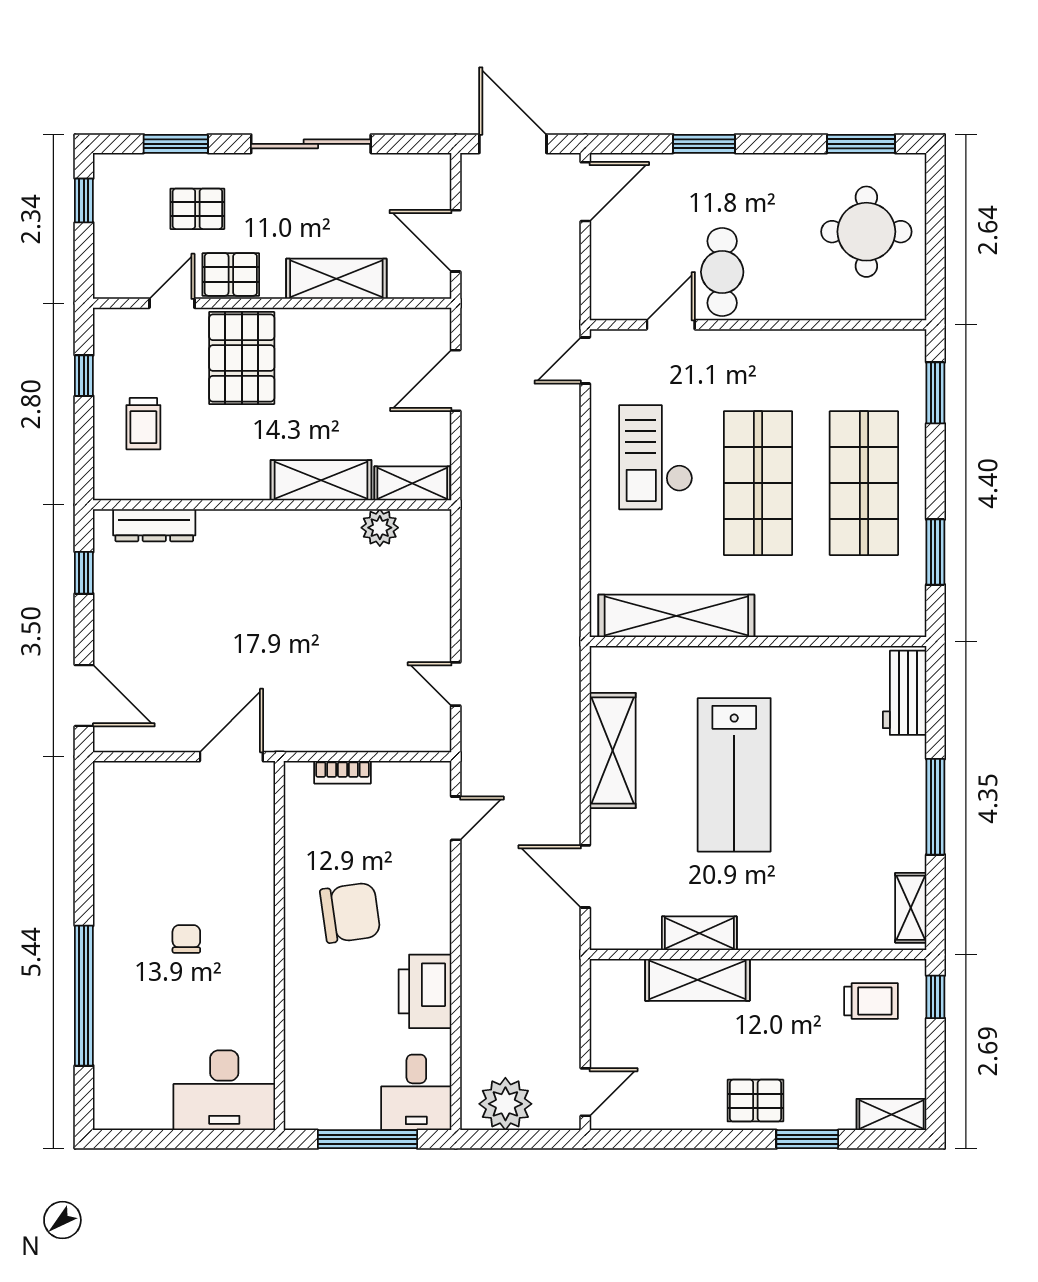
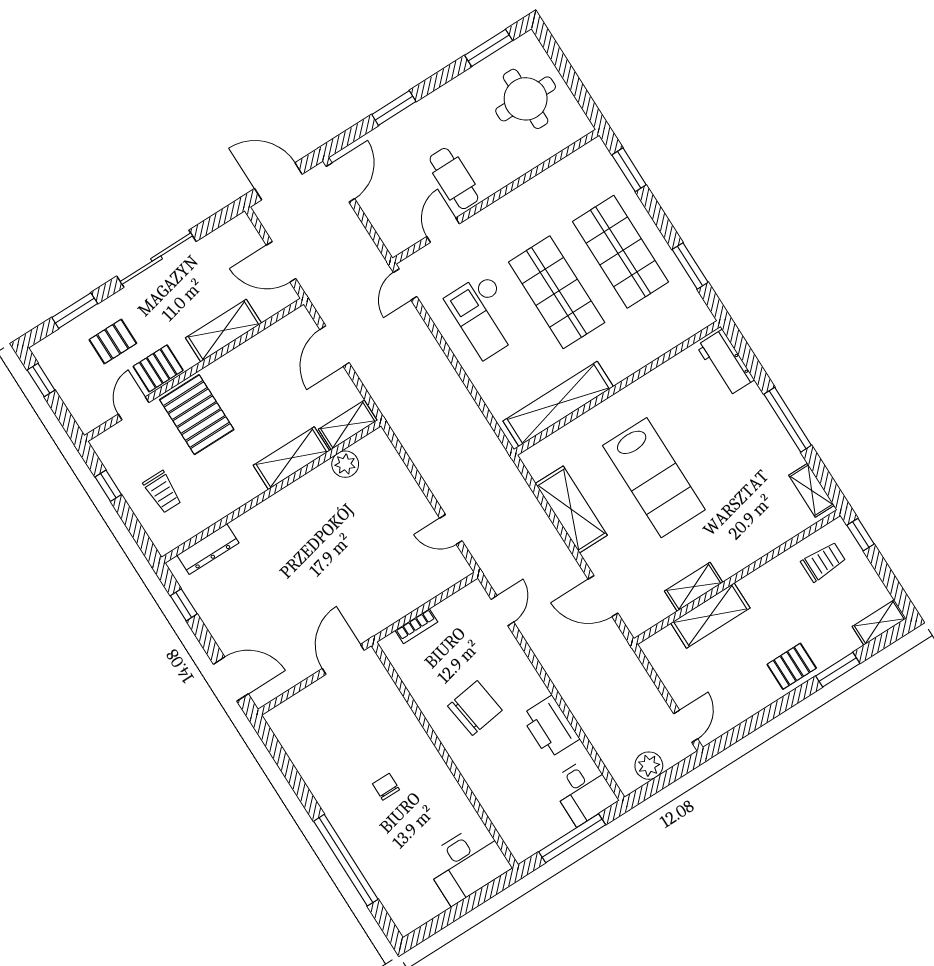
plant: (505, 1104) -> (649, 766), width x0.73, depth x0.73

